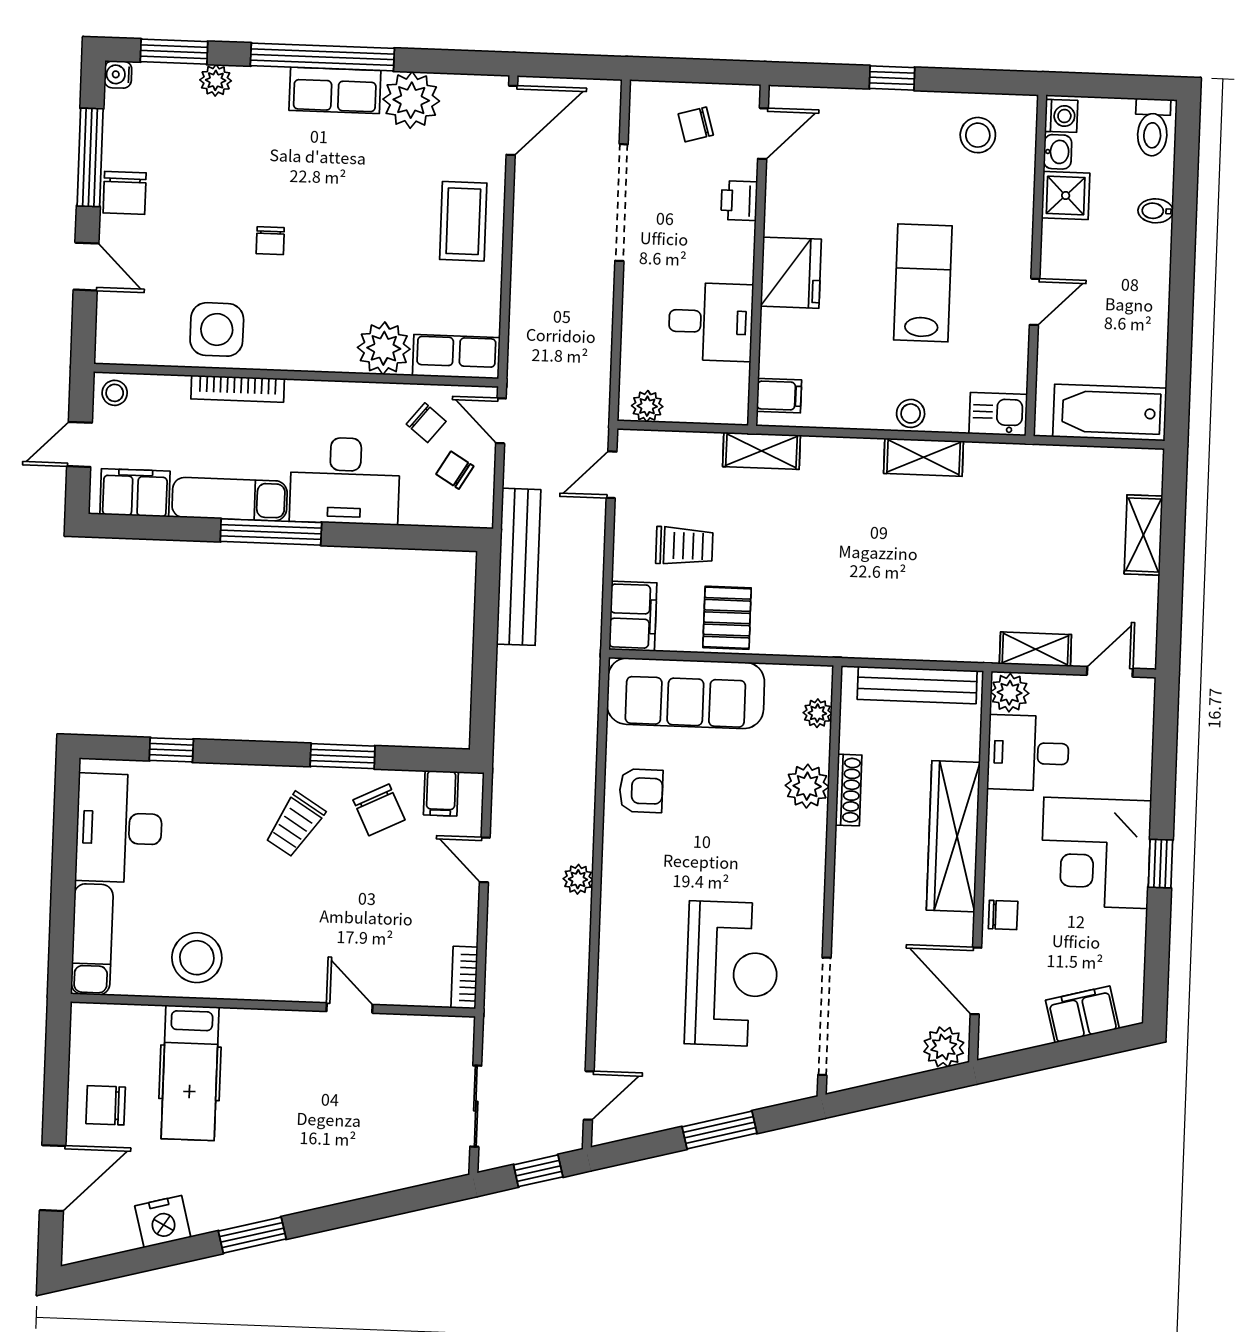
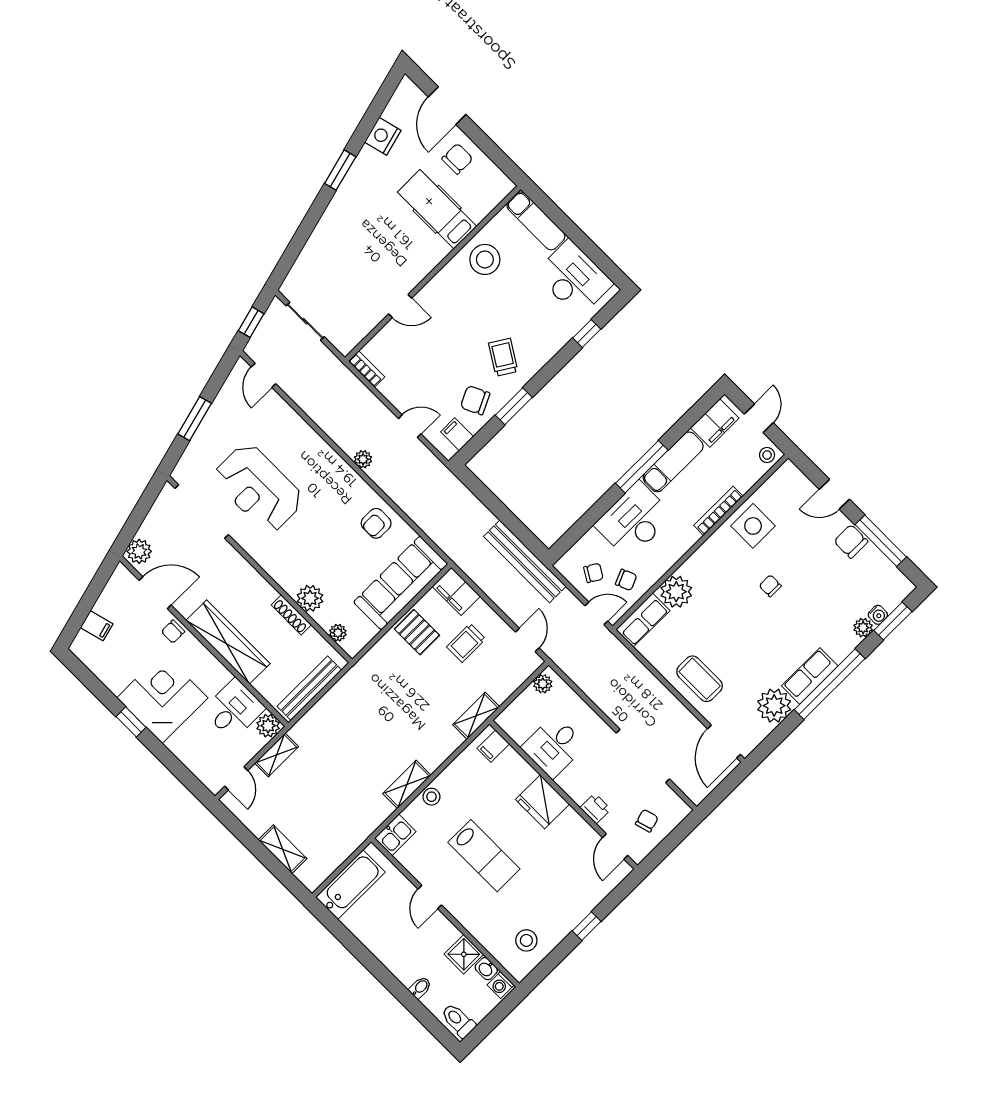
water cooler: (118, 74) -> (878, 615), moved, turned 90
chair: (426, 423) -> (626, 580), turned -152
filing cabinet: (1082, 1014) -> (97, 626), width x0.50

